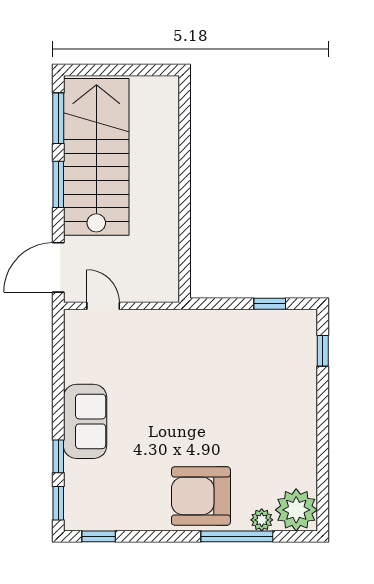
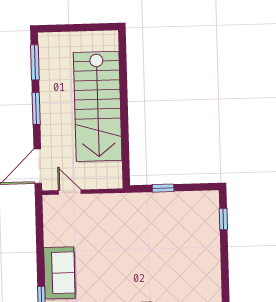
stairs: (96, 157) -> (98, 106), moved, turned 180
window: (270, 304) -> (163, 188), moved

